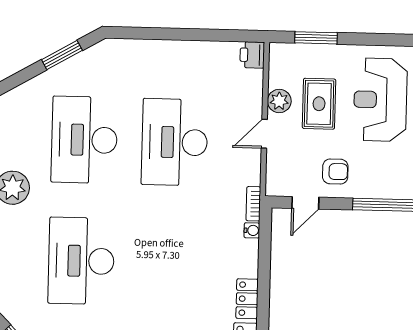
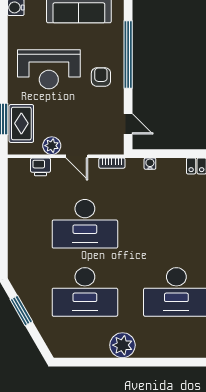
printer: (252, 55) -> (41, 167), moved
rug: (319, 104) -> (21, 123), moved, turned 90
armchair: (335, 172) -> (101, 77), moved
bookcase: (253, 204) -> (112, 163), moved

